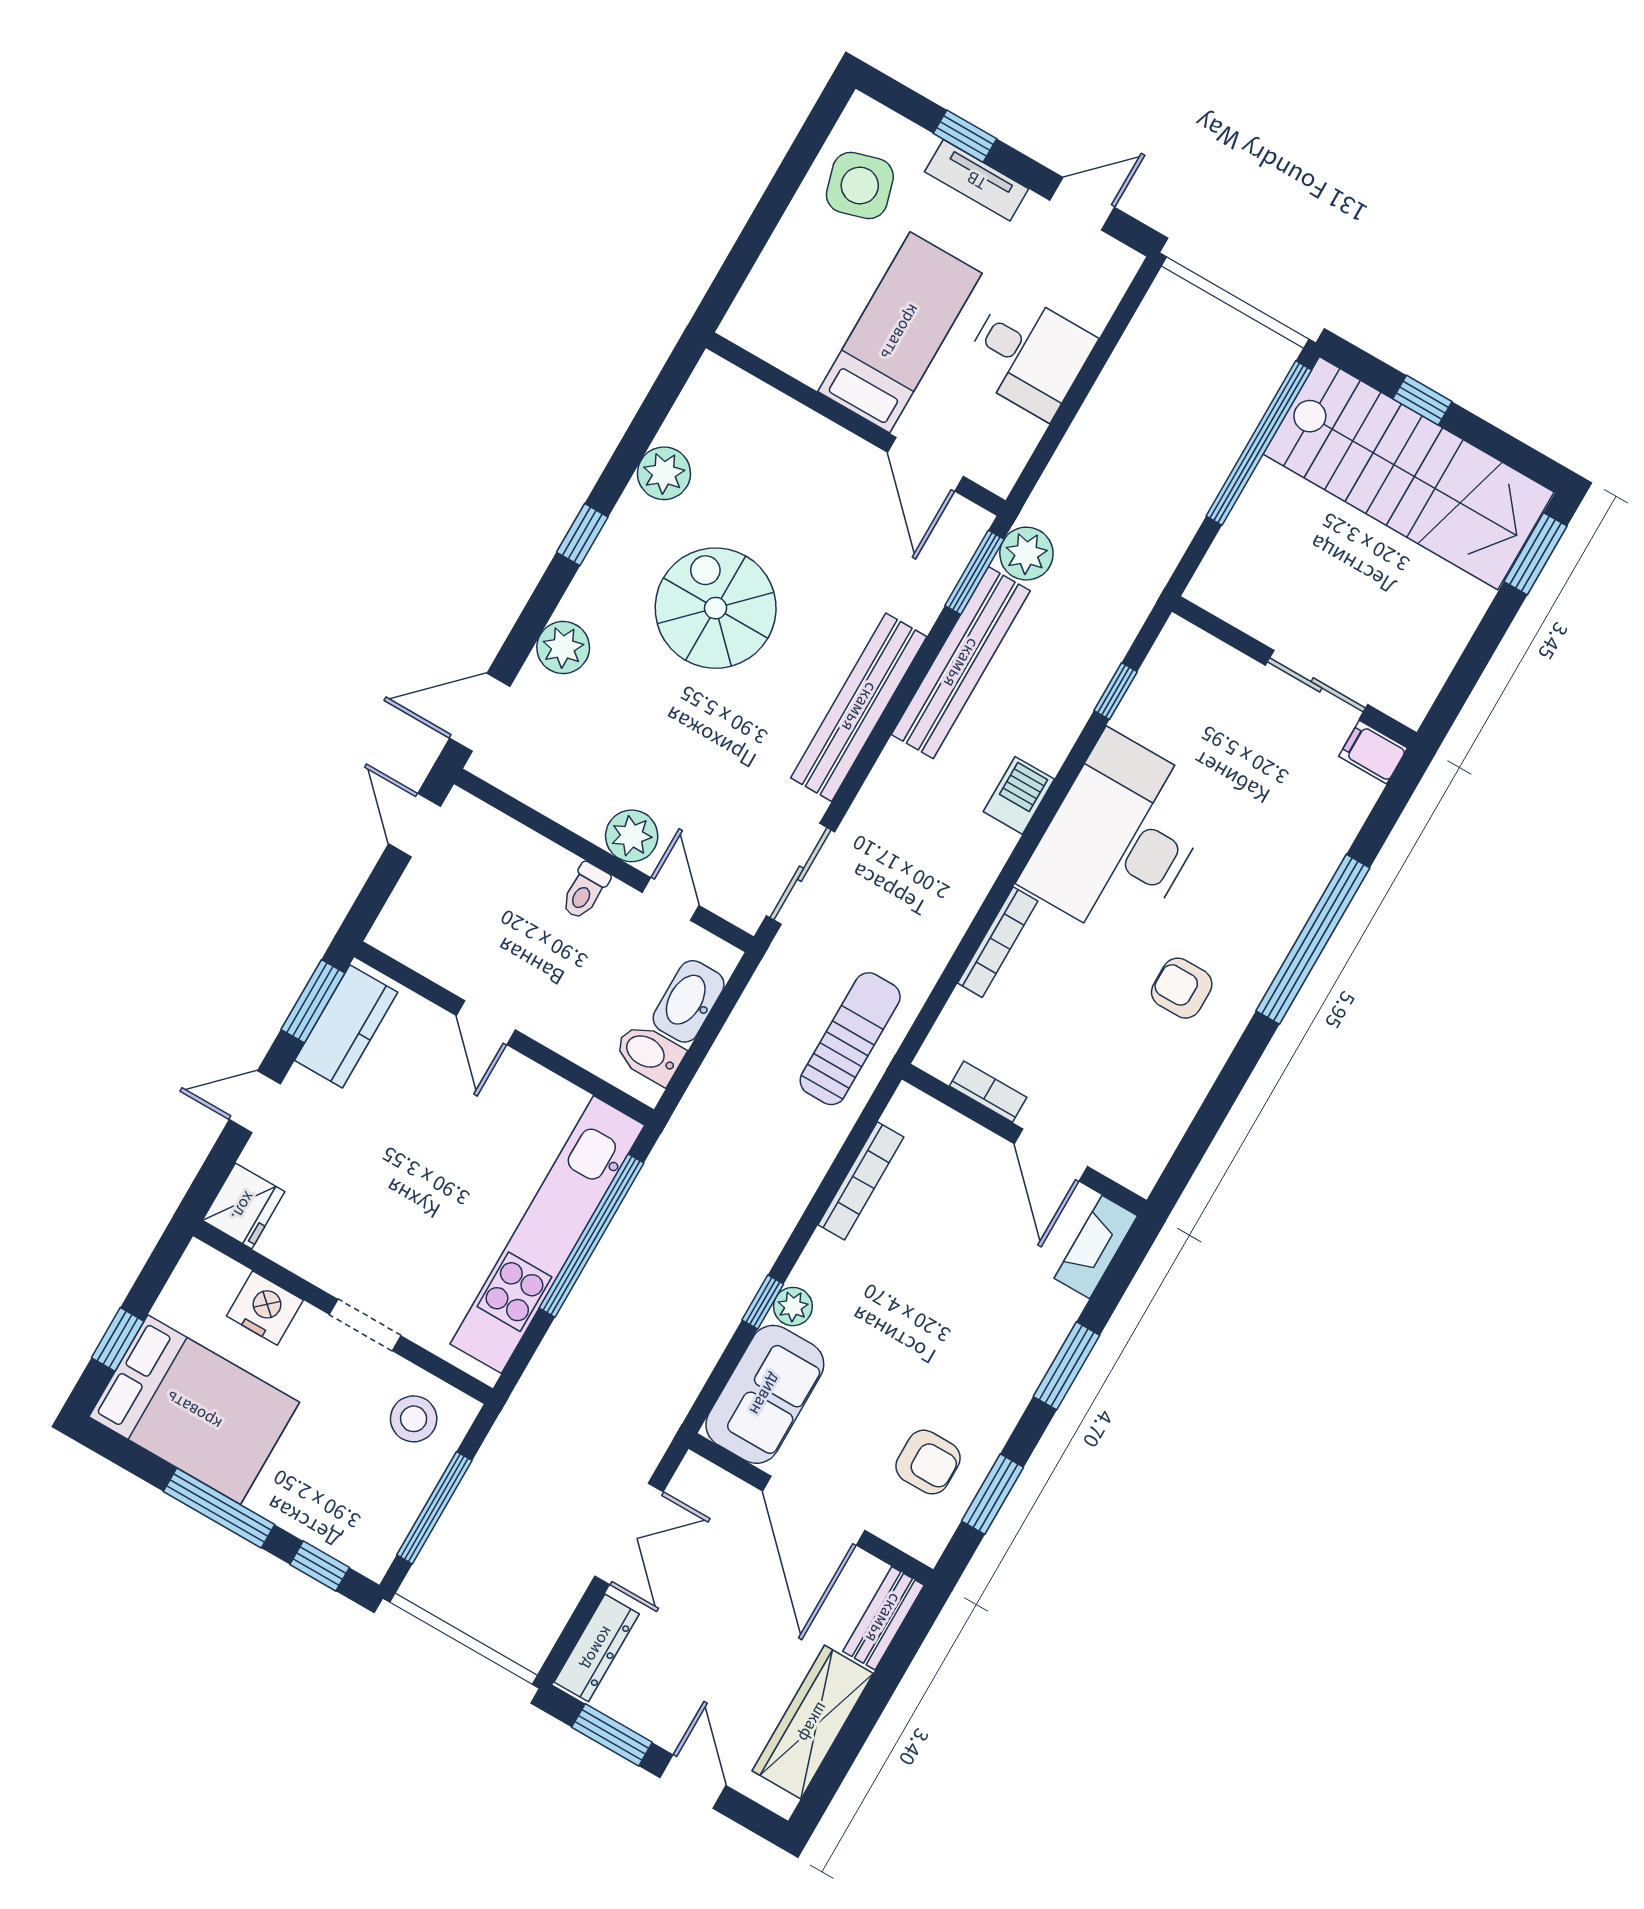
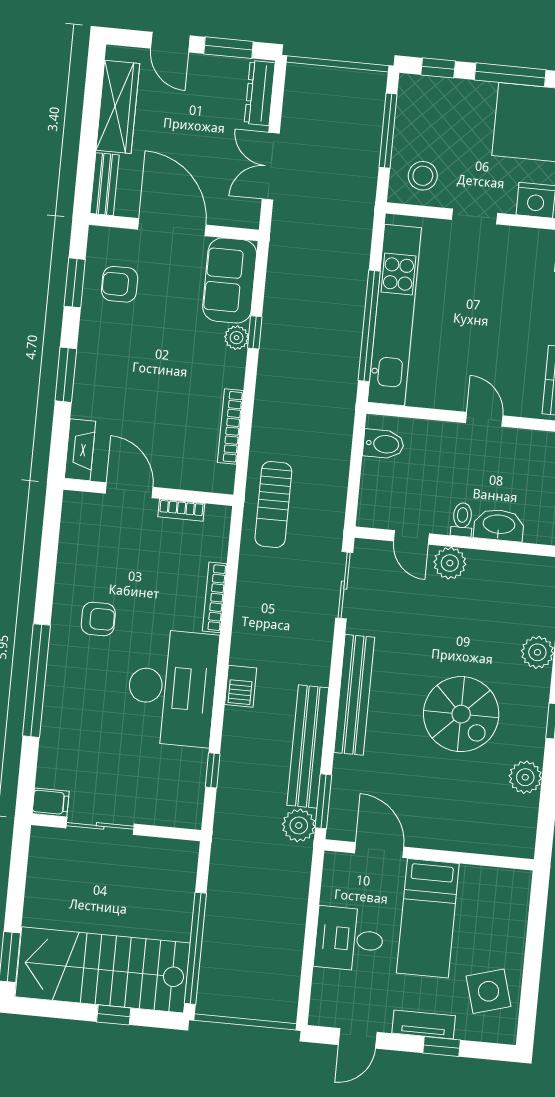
washbasin: (689, 1001) -> (499, 525), moved, turned -90

